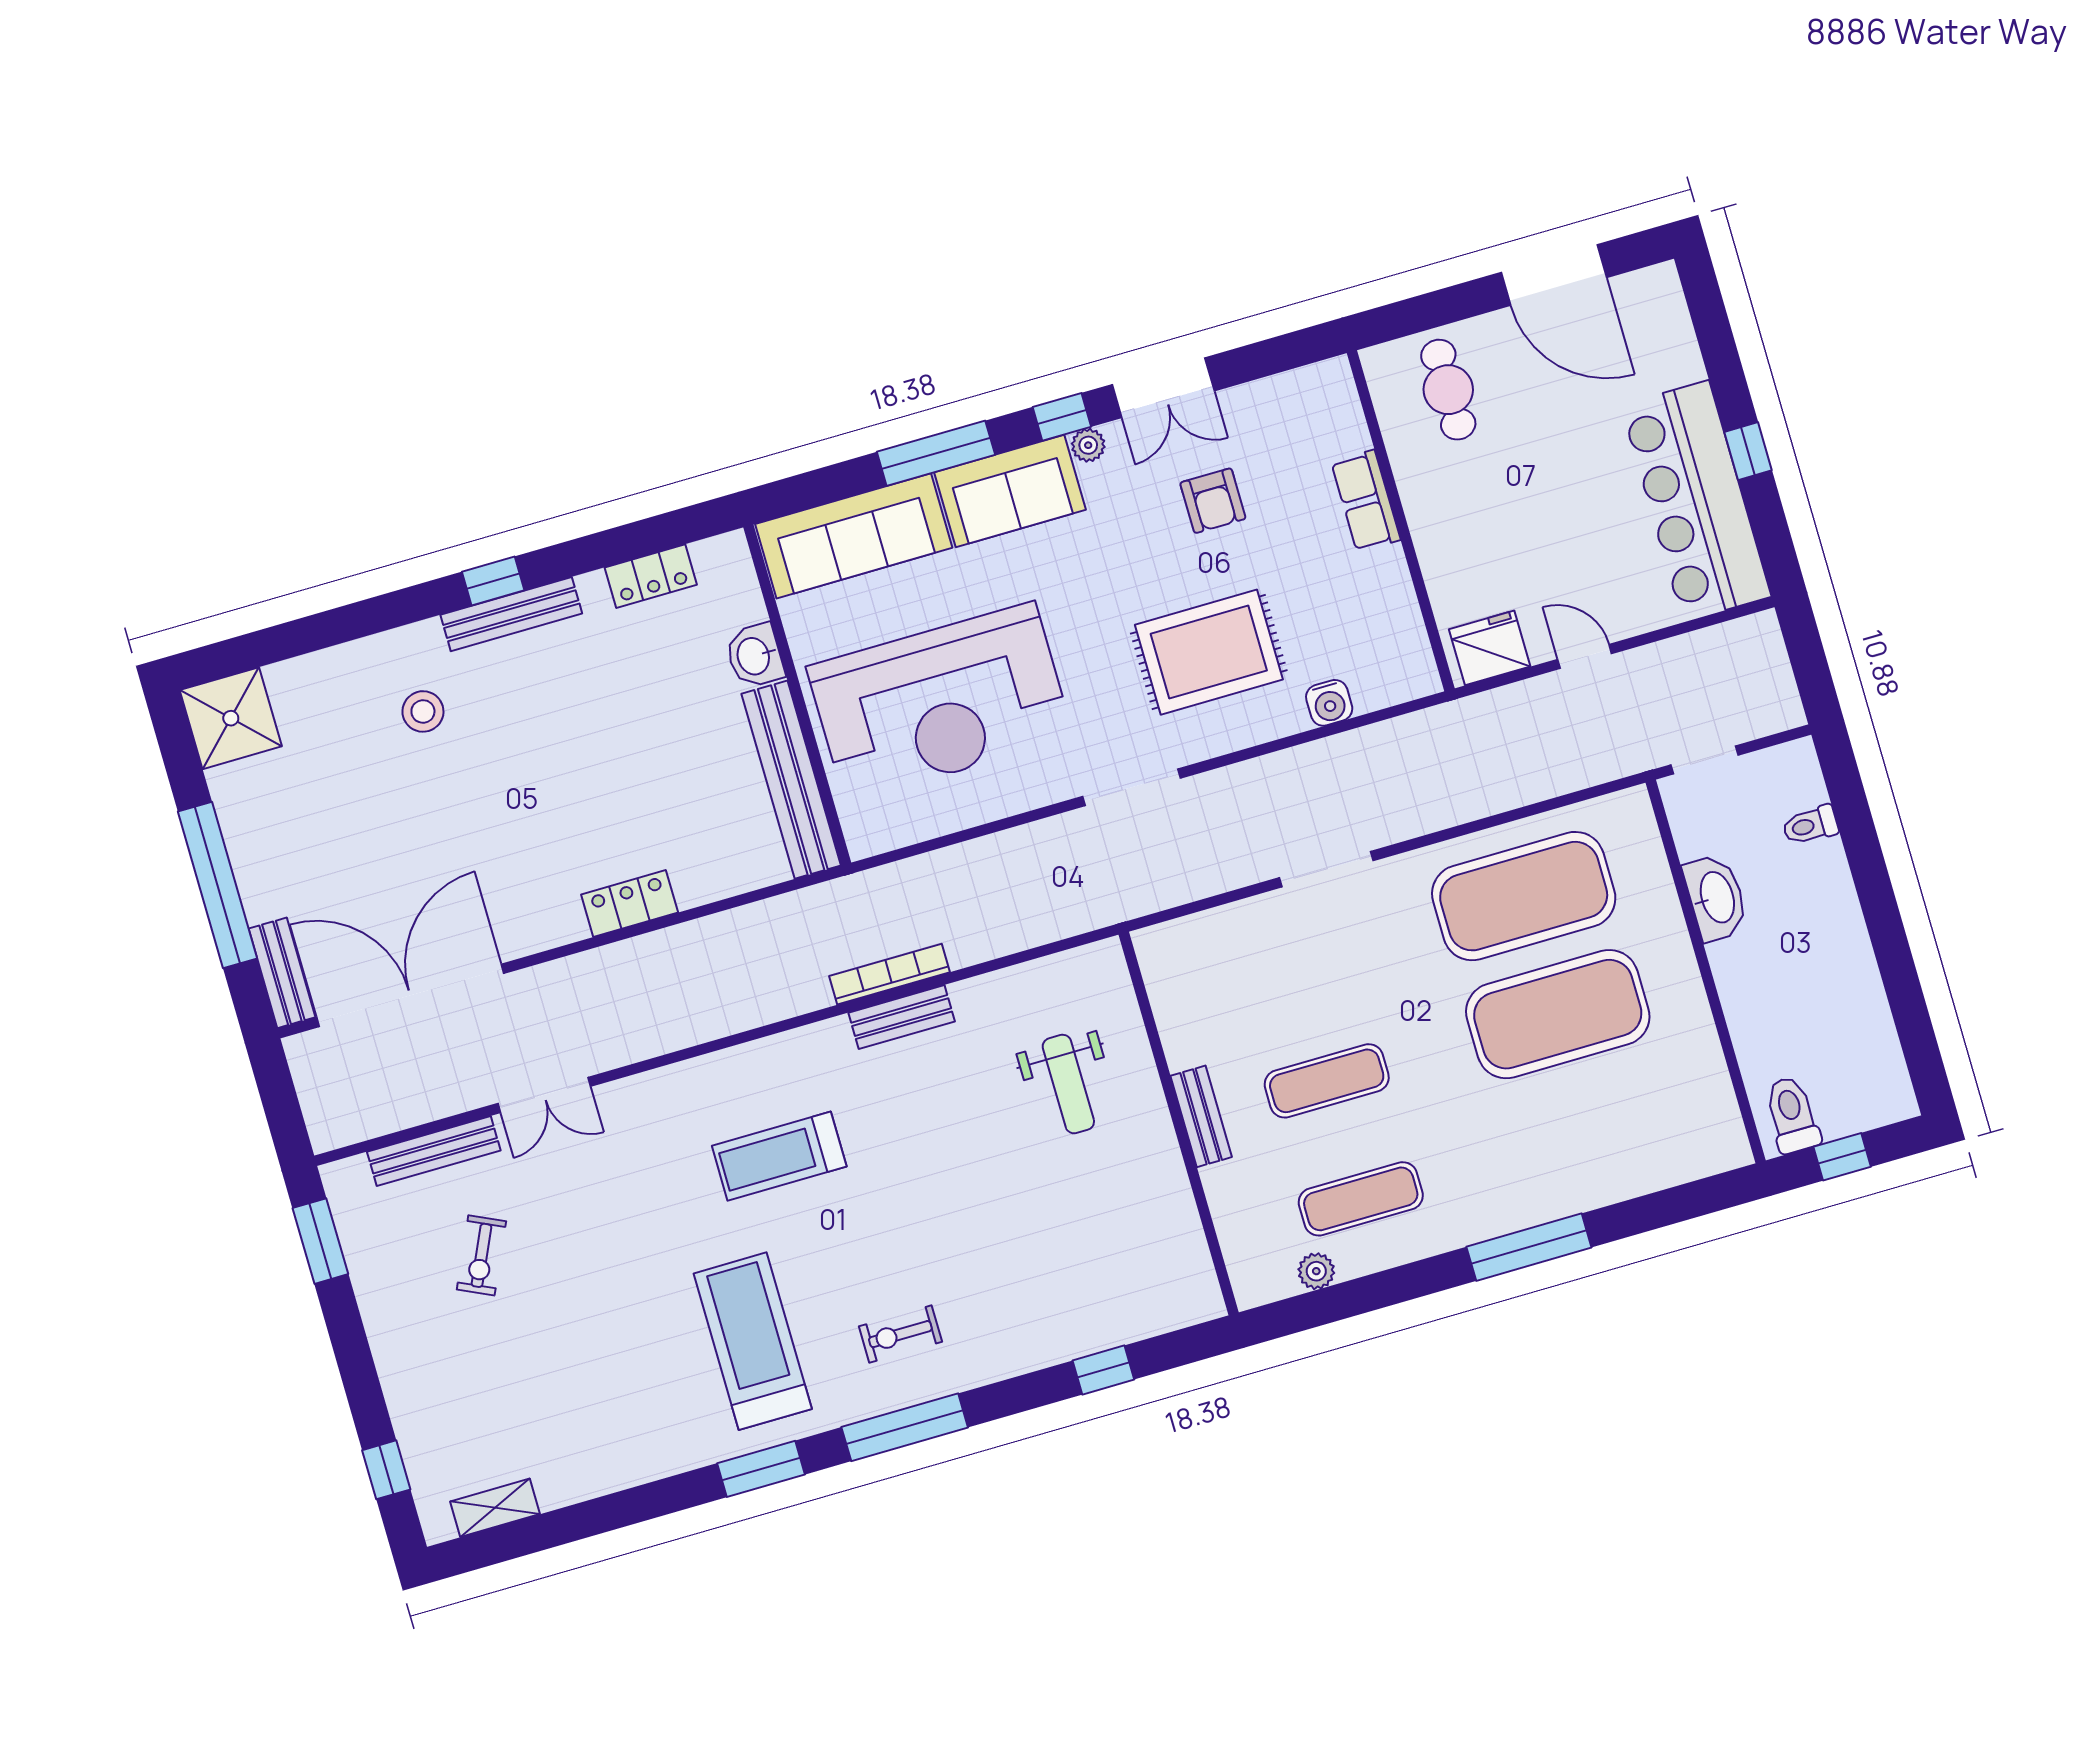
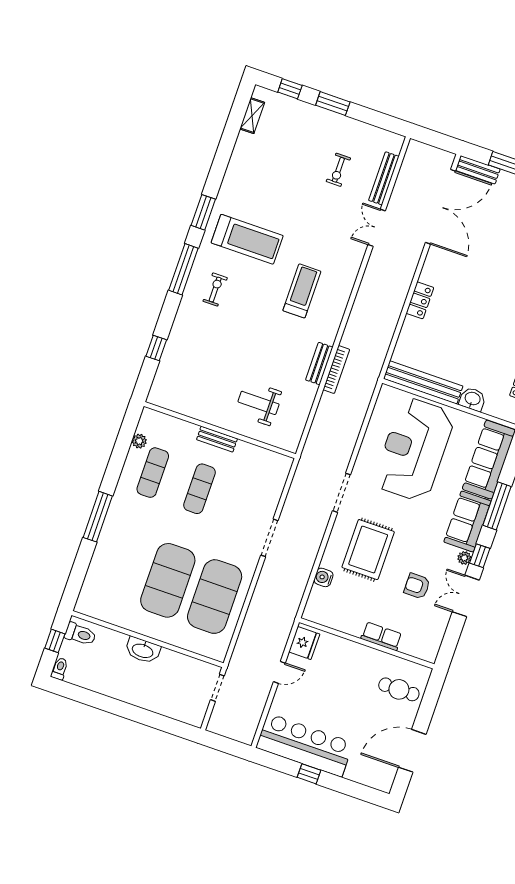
toilet: (1810, 825) -> (60, 669), moved
washbasin: (1716, 898) -> (143, 650), moved
window: (320, 1241) -> (333, 104), moved
exercise bike: (481, 1255) -> (338, 170), turned -115

